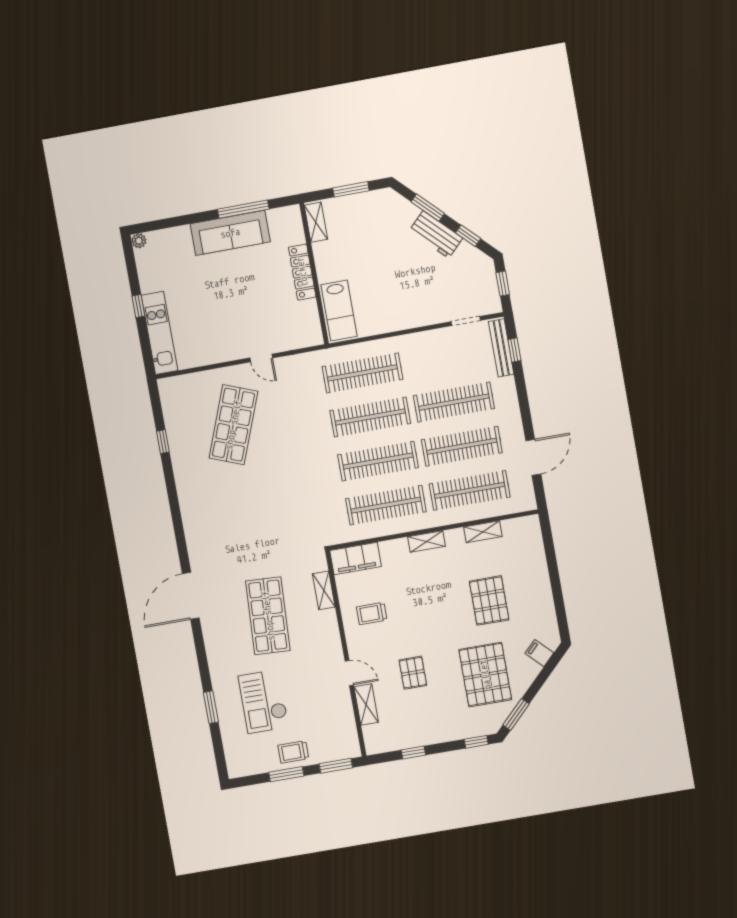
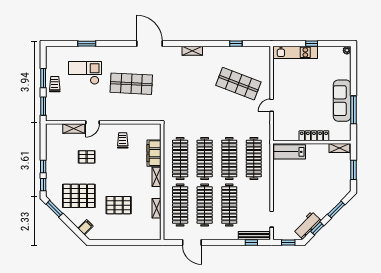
workbench: (436, 234) -> (307, 225), moved
filing cabinet: (356, 559) -> (154, 153), moved
shelving: (324, 590) -> (192, 51), moved
window: (413, 752) -> (43, 166), moved

